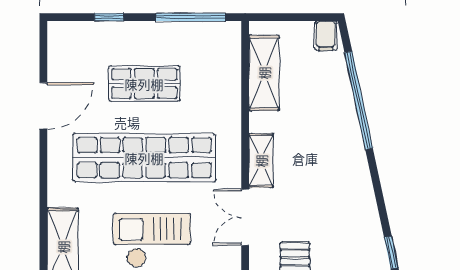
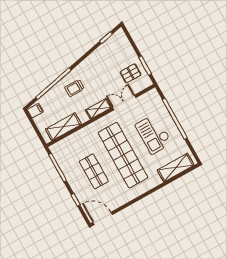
door: (43, 106) -> (103, 218), moved
trolley: (327, 137) -> (75, 88), added
double door: (245, 217) -> (124, 103), swing flipped

